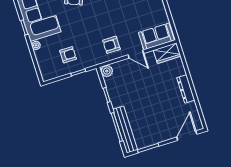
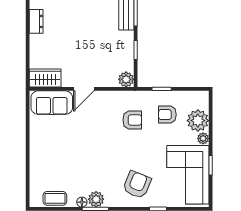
armchair: (111, 45) -> (132, 120), moved
door: (136, 54) -> (84, 89), swing flipped
plant: (44, 57) -> (198, 121), added
dresser: (186, 89) -> (36, 21), width x0.70

